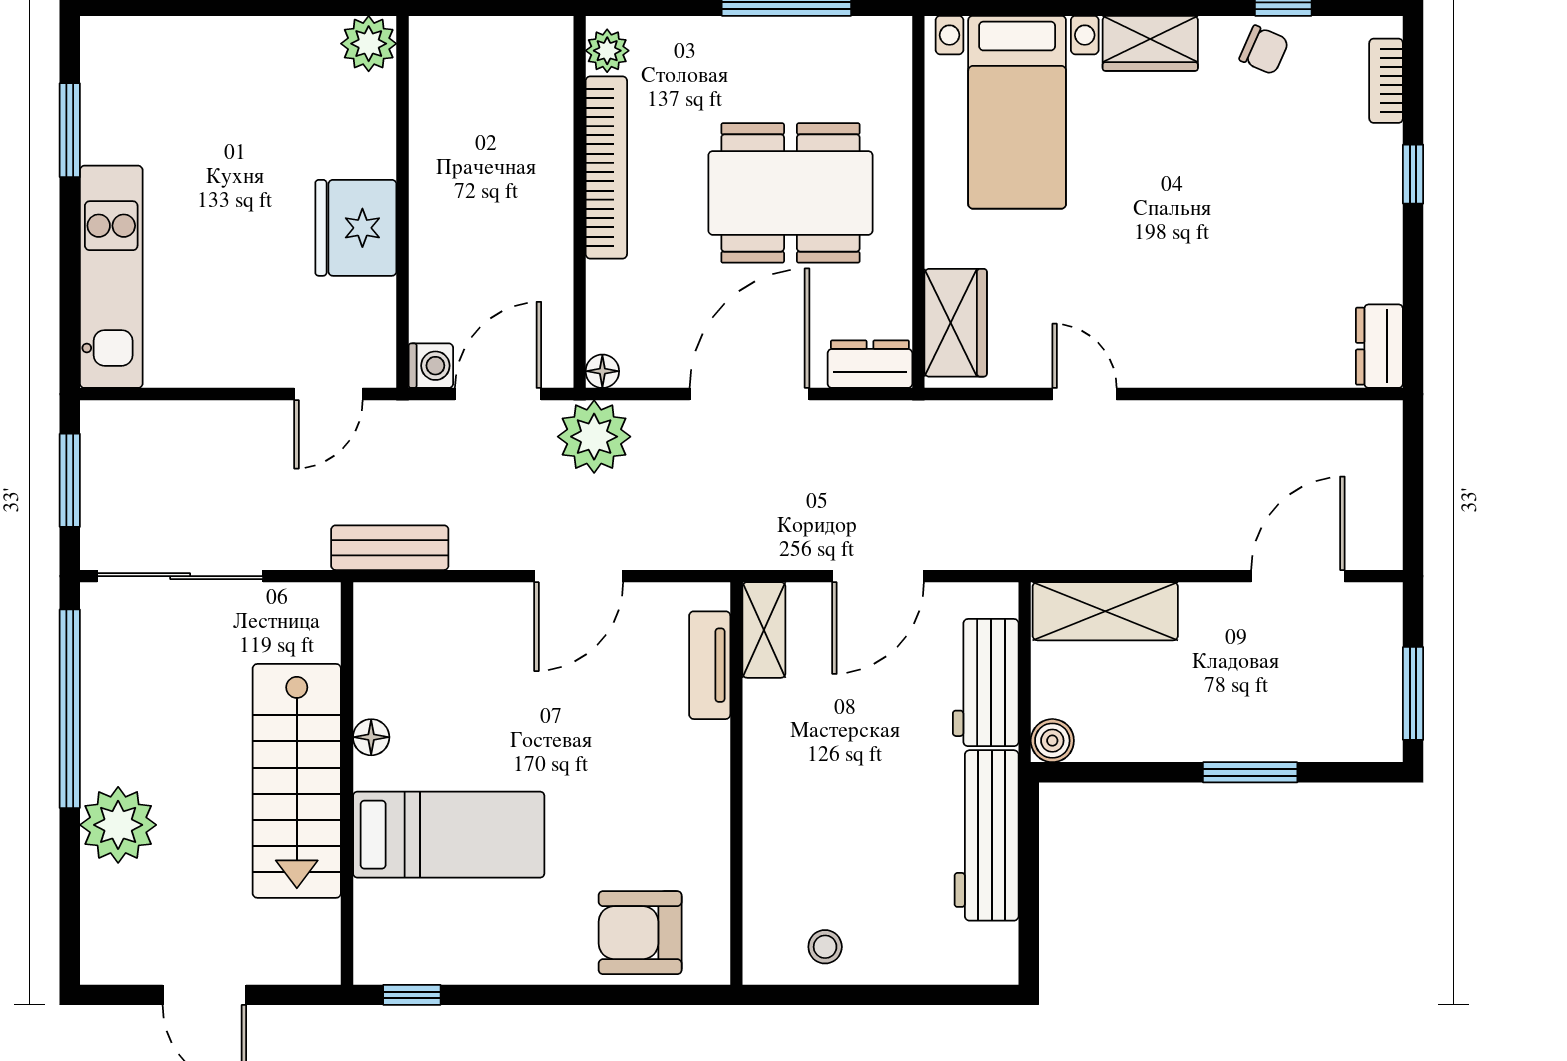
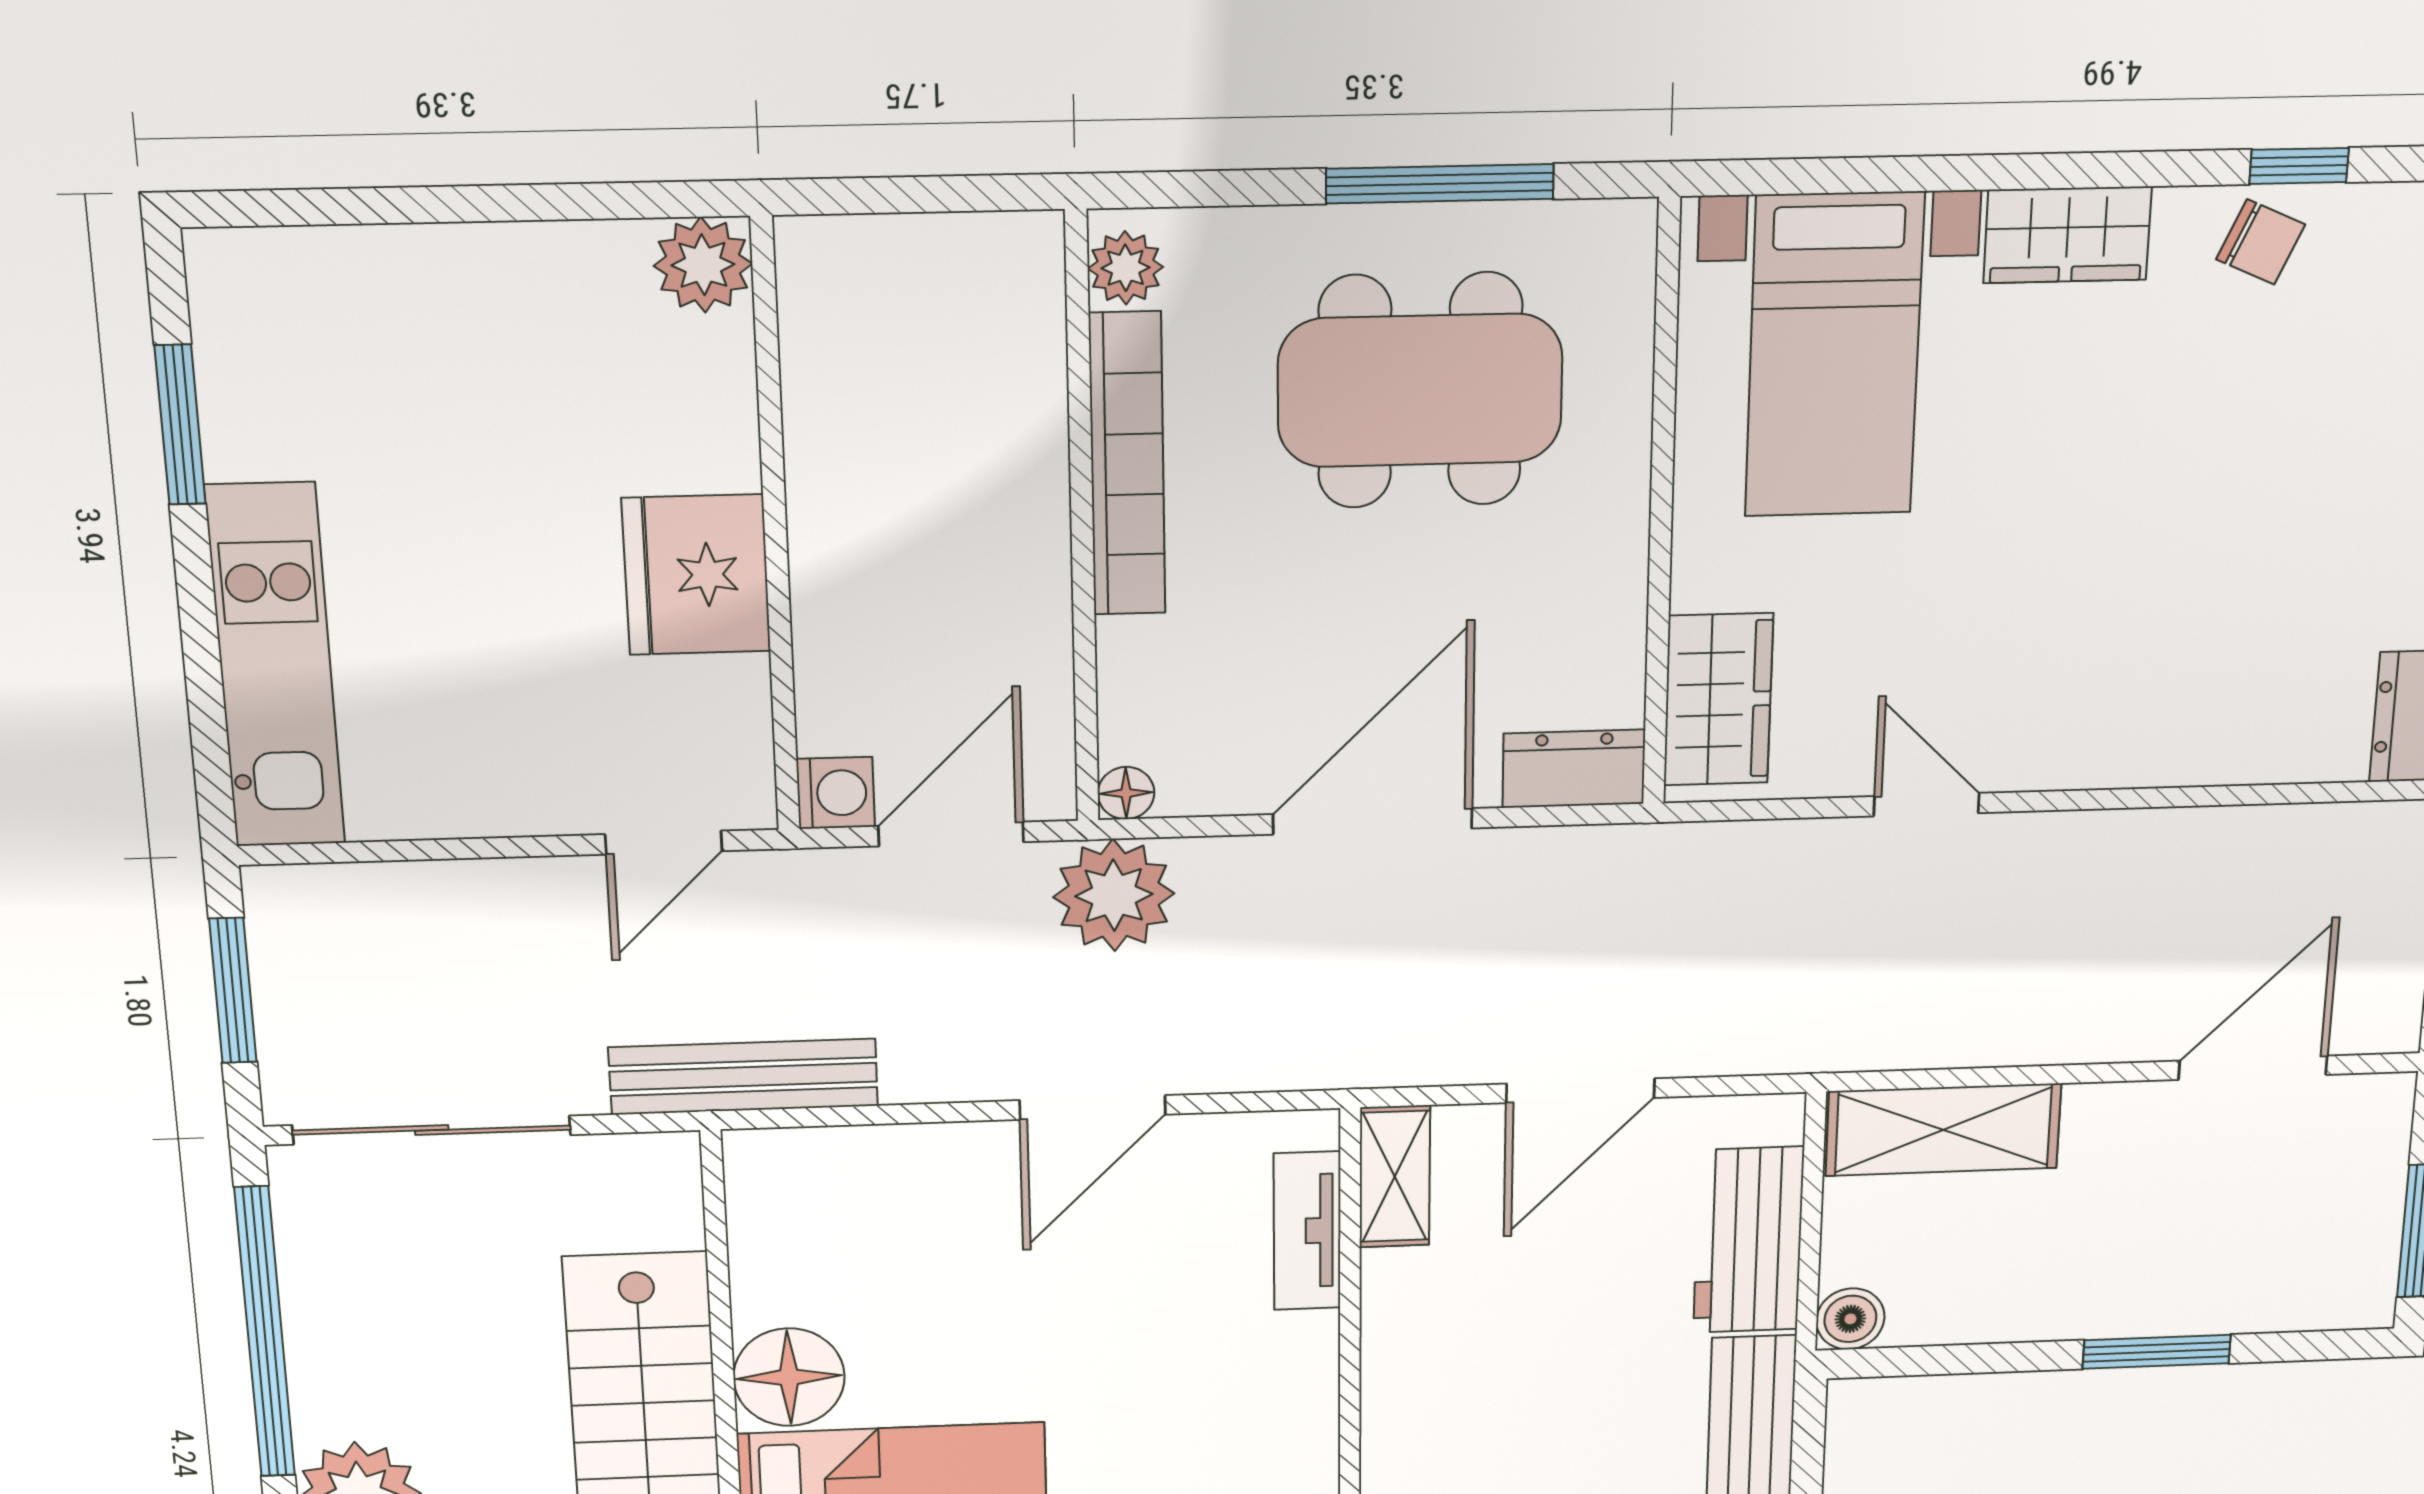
dining table: (790, 193) -> (1420, 390), moved
bench: (390, 548) -> (743, 1077), width x1.36
floor lamp: (371, 737) -> (789, 1377), width x1.89, depth x1.89

